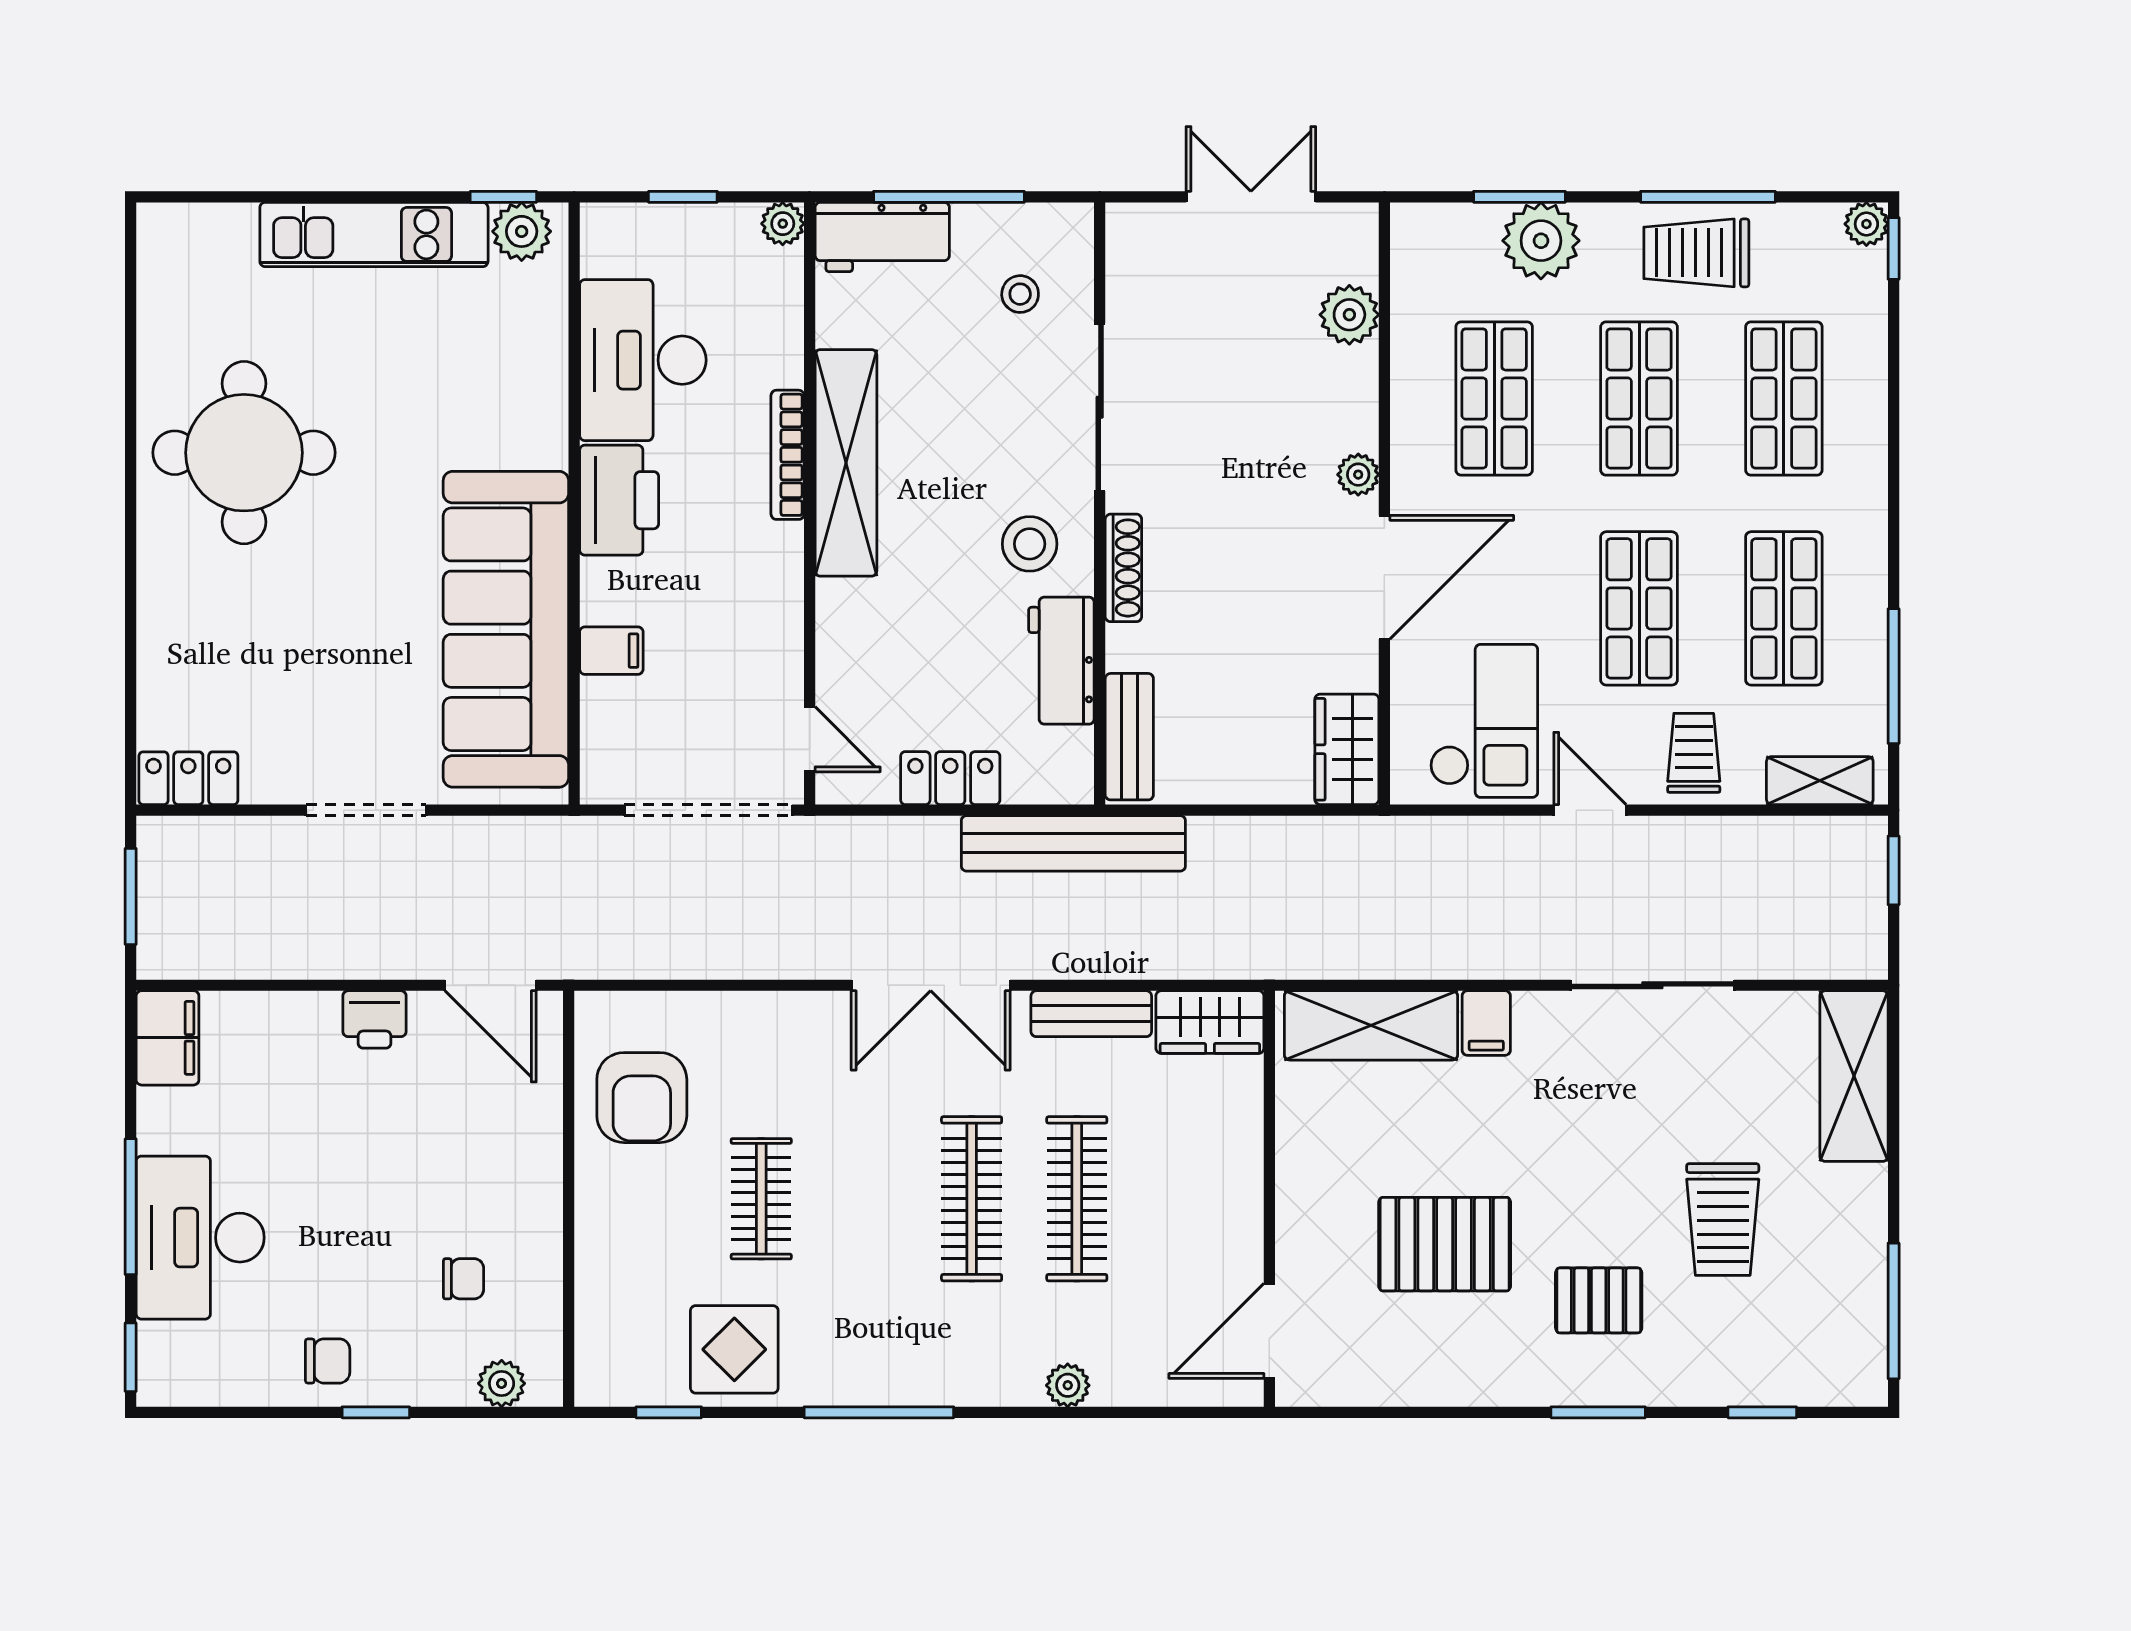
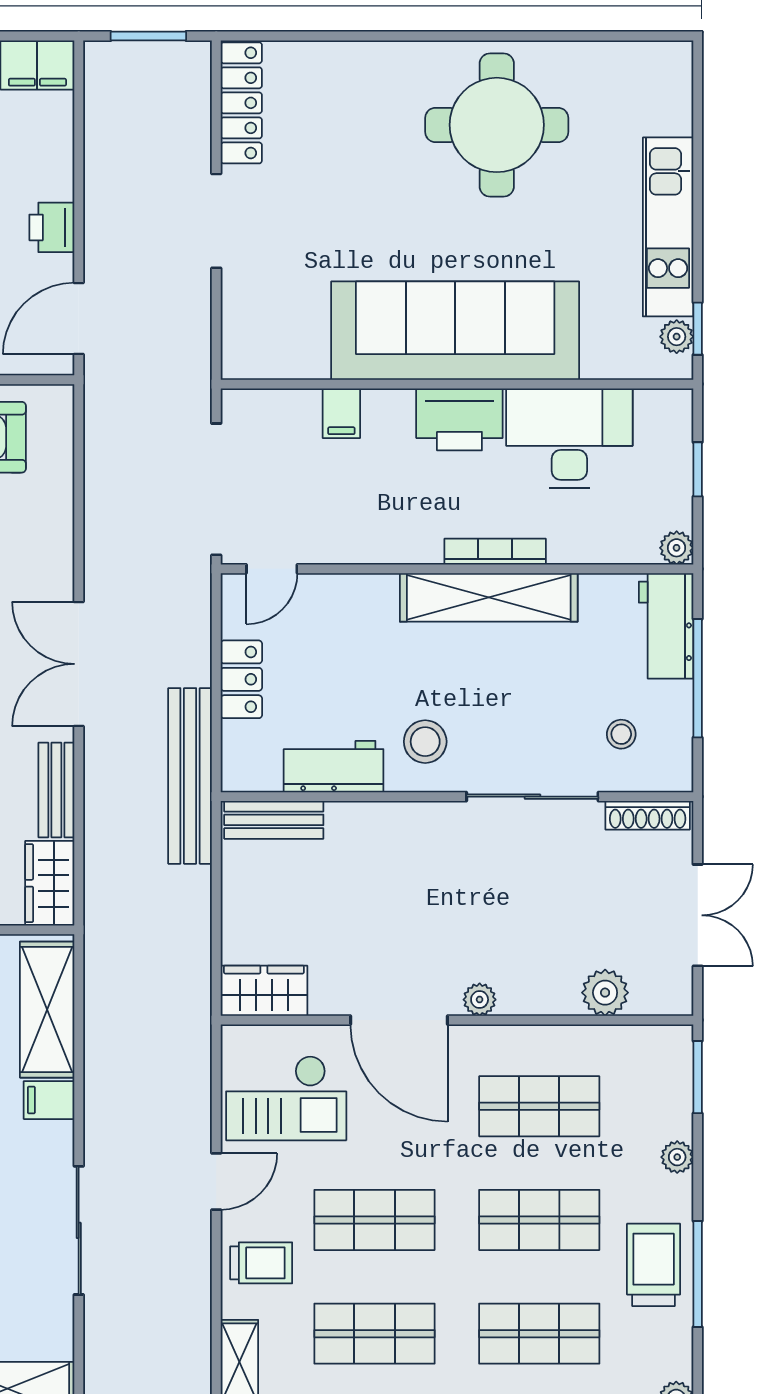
window: (1519, 197) -> (698, 1077), moved
plant: (522, 231) -> (677, 337), width x0.73, depth x0.73
plant: (1541, 241) -> (677, 1157), width x0.53, depth x0.53
shoe rack: (1123, 568) -> (648, 815), moved
sofa: (506, 629) -> (455, 331), moved
locker: (188, 778) -> (241, 103), width x1.53

